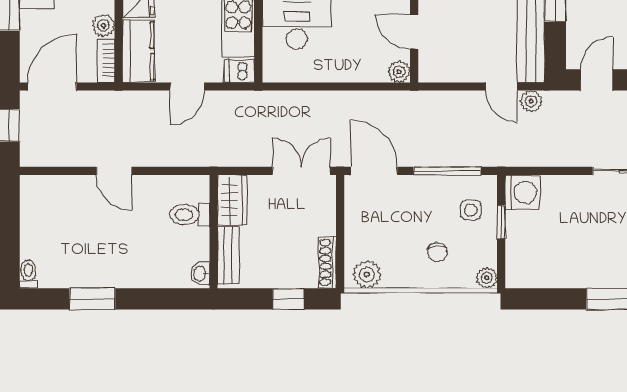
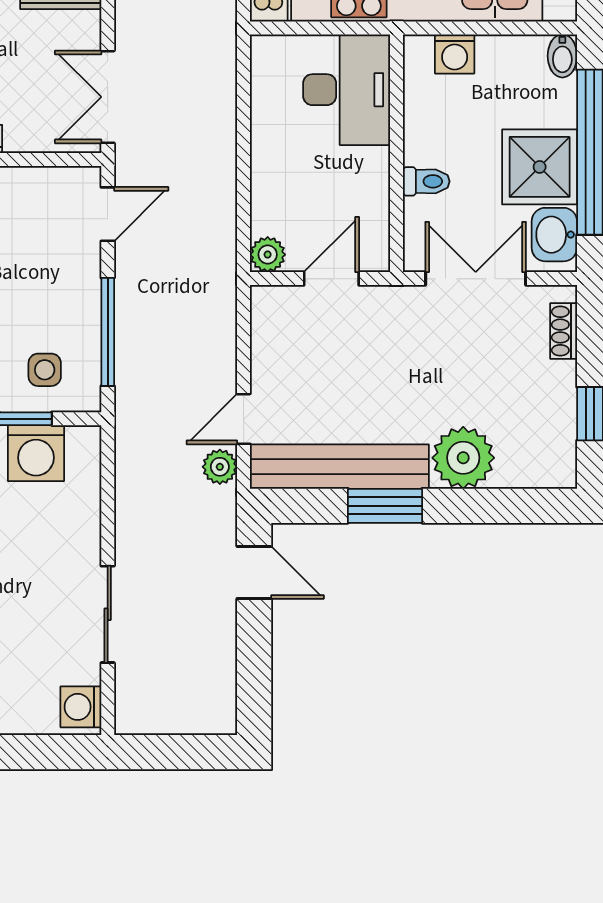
double door: (301, 171) -> (108, 97), swing flipped
door: (374, 171) -> (108, 214), width x0.73
washing machine: (523, 192) -> (36, 453), moved

